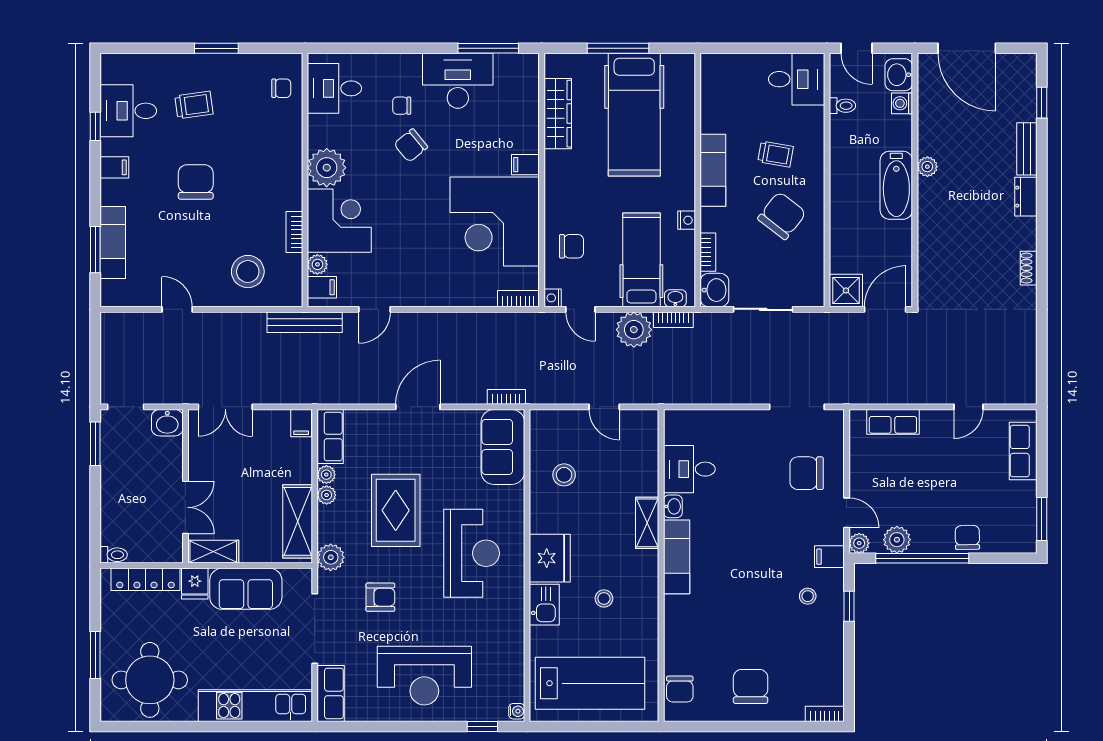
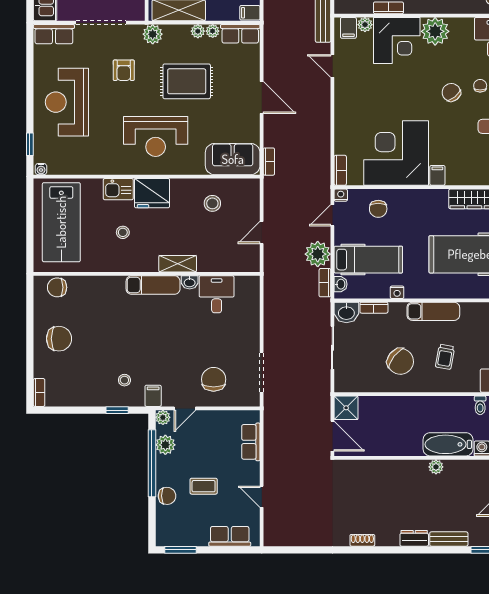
bathtub: (896, 185) -> (448, 444), moved
coffee table: (954, 487) -> (204, 486), added

